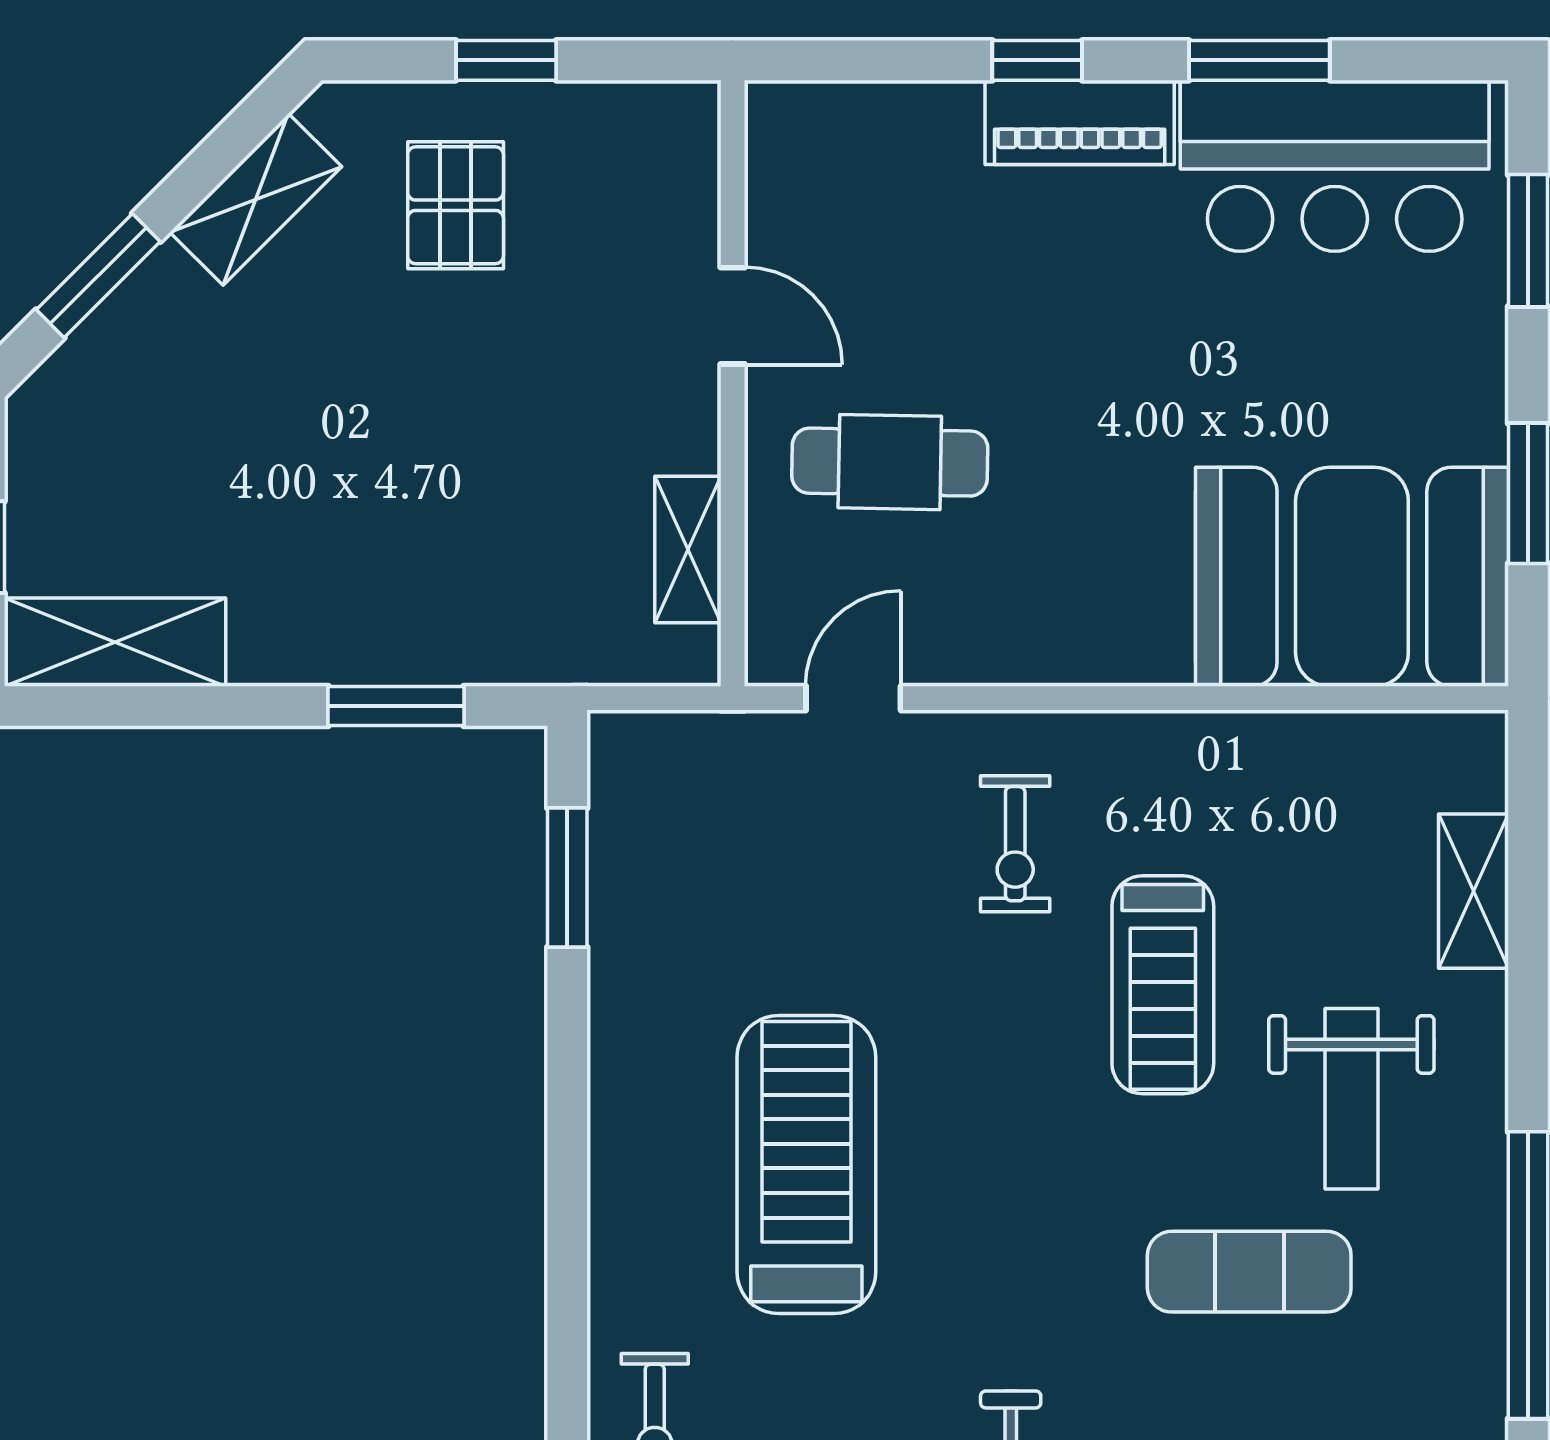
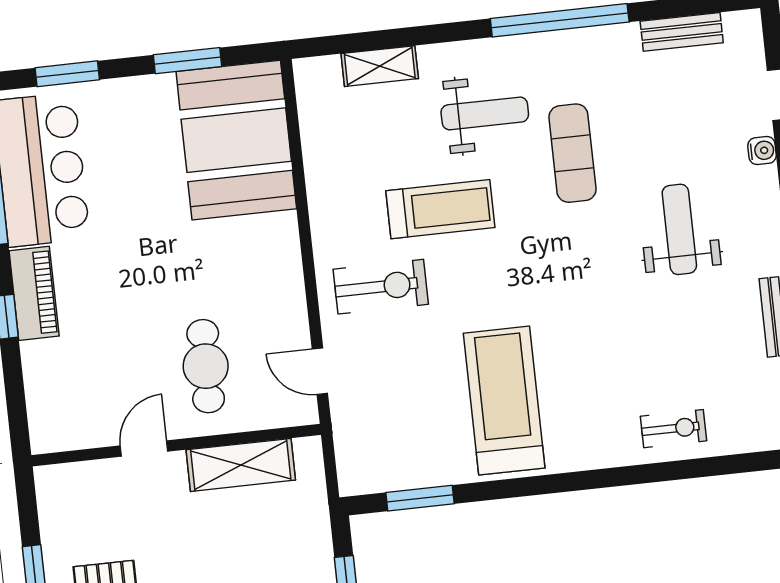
shelving: (688, 549) -> (241, 465), width x1.50, depth x1.33
exercise bike: (1015, 844) -> (381, 287), width x1.38, depth x1.39
treadmill: (806, 1165) -> (504, 401), moved, turned 90

